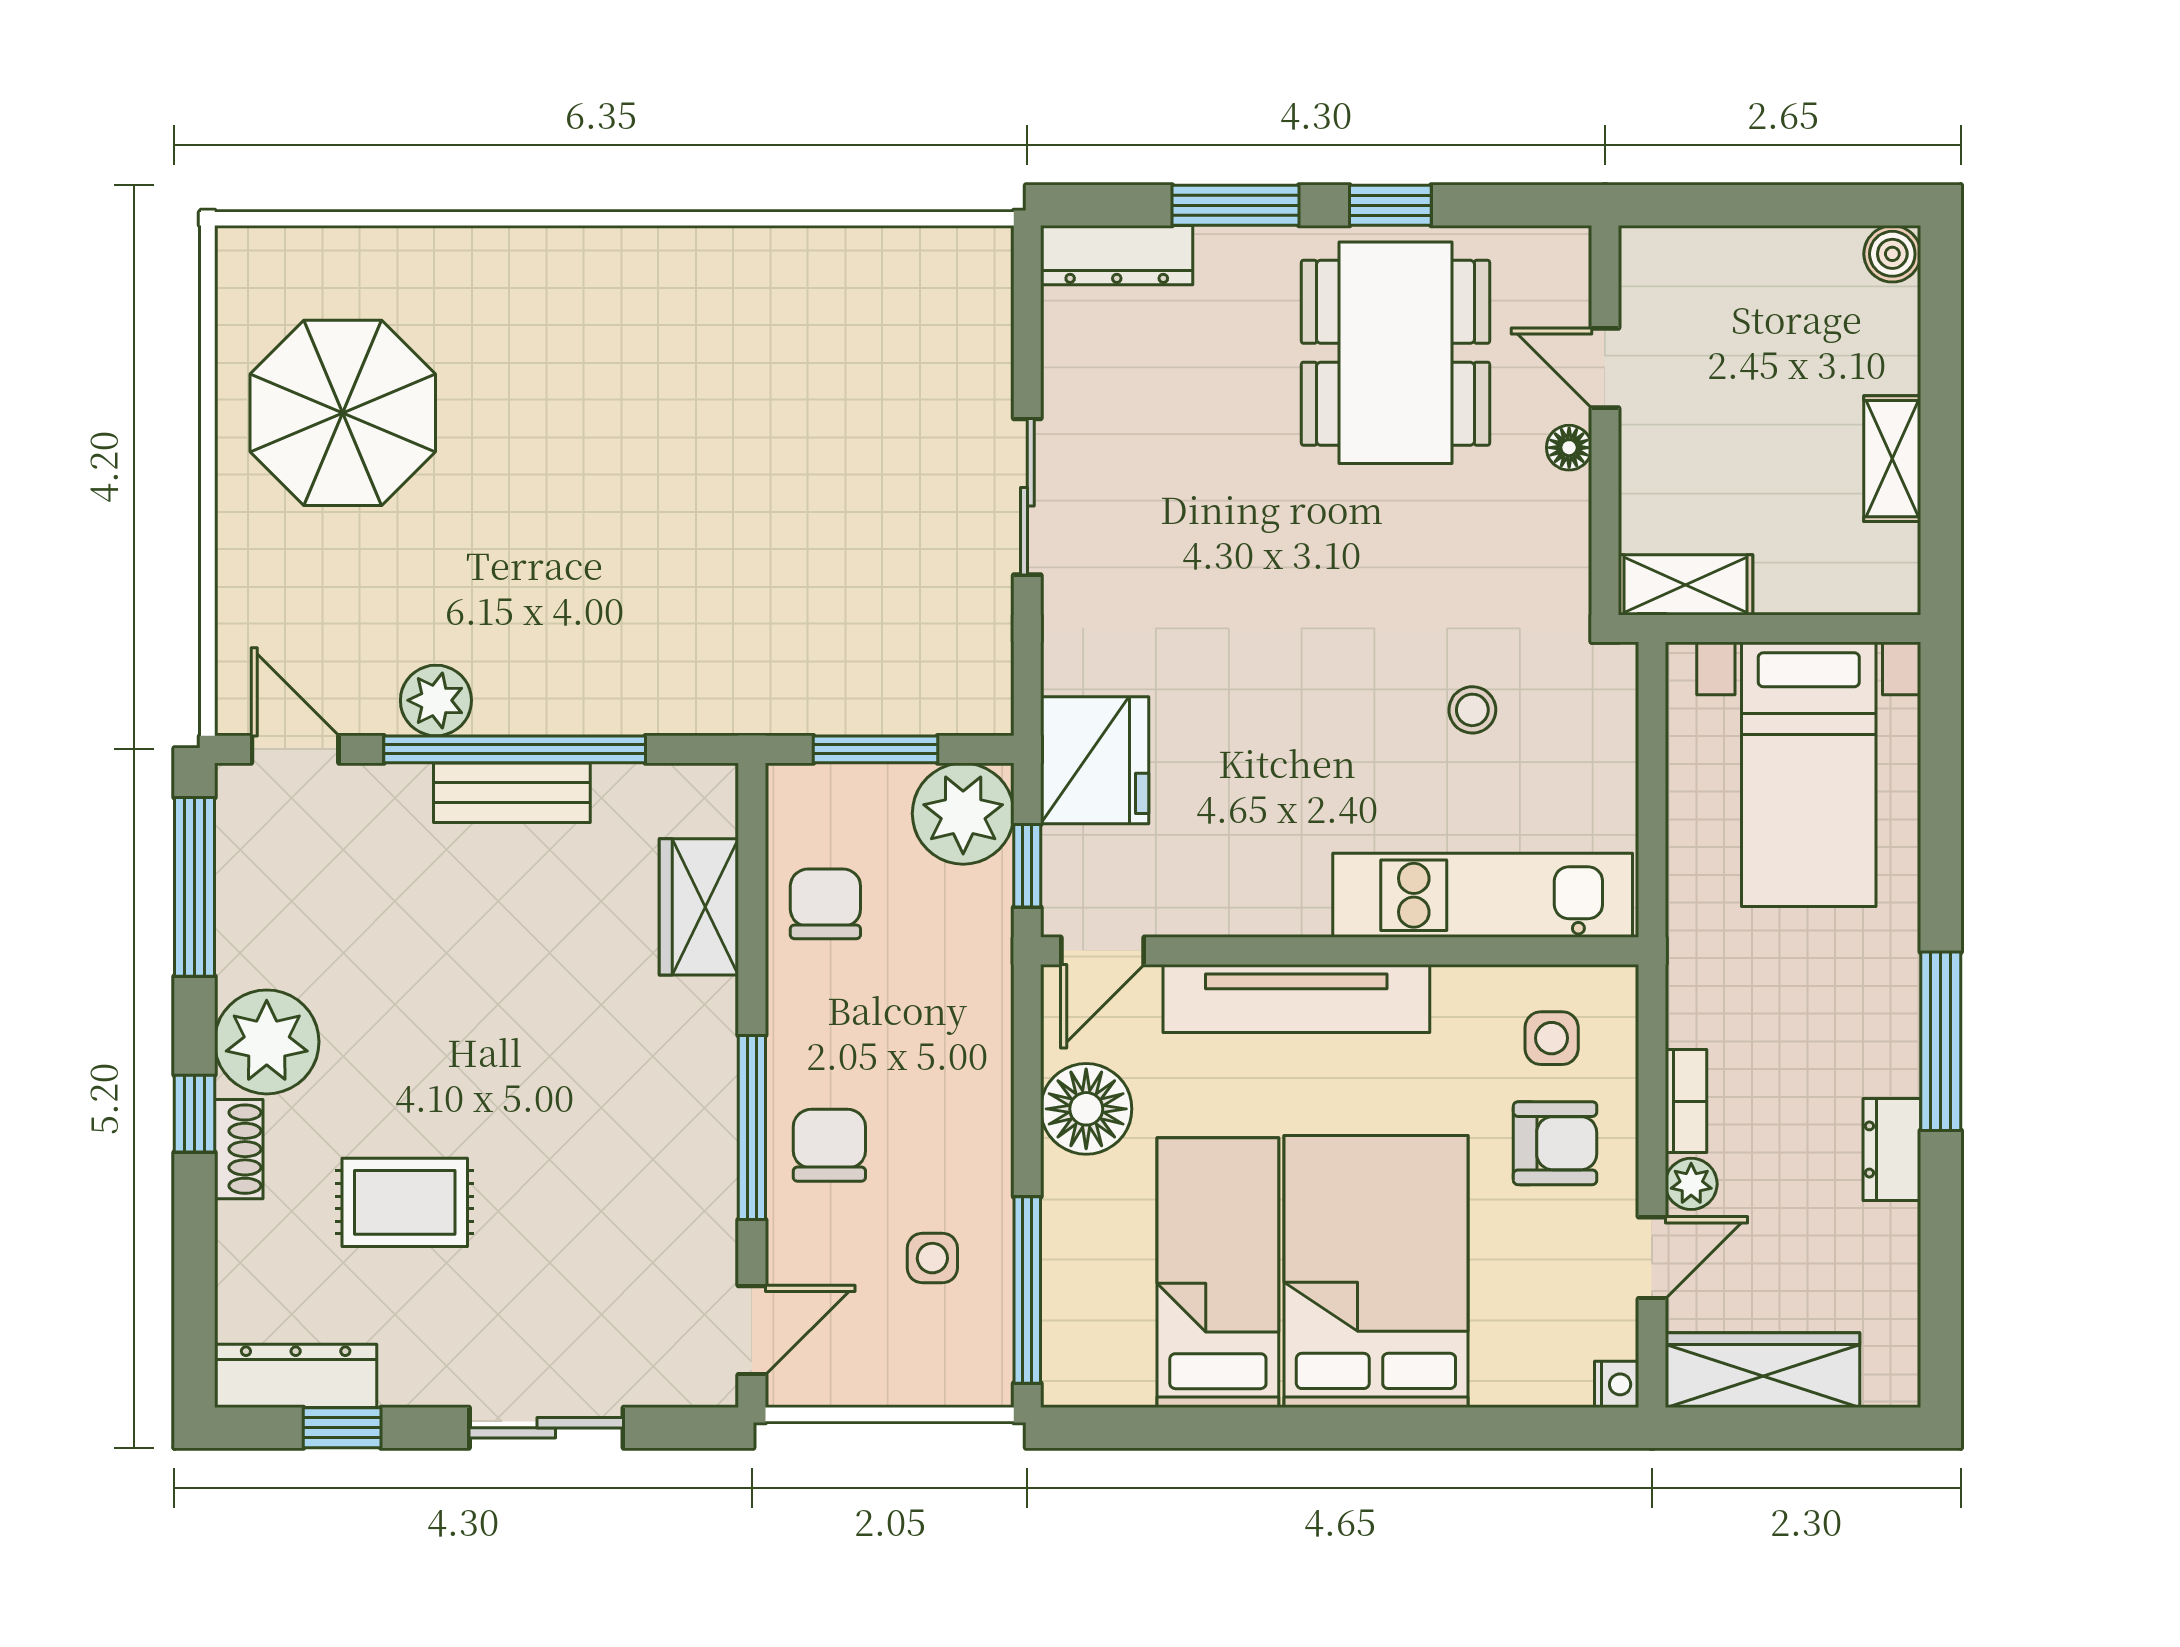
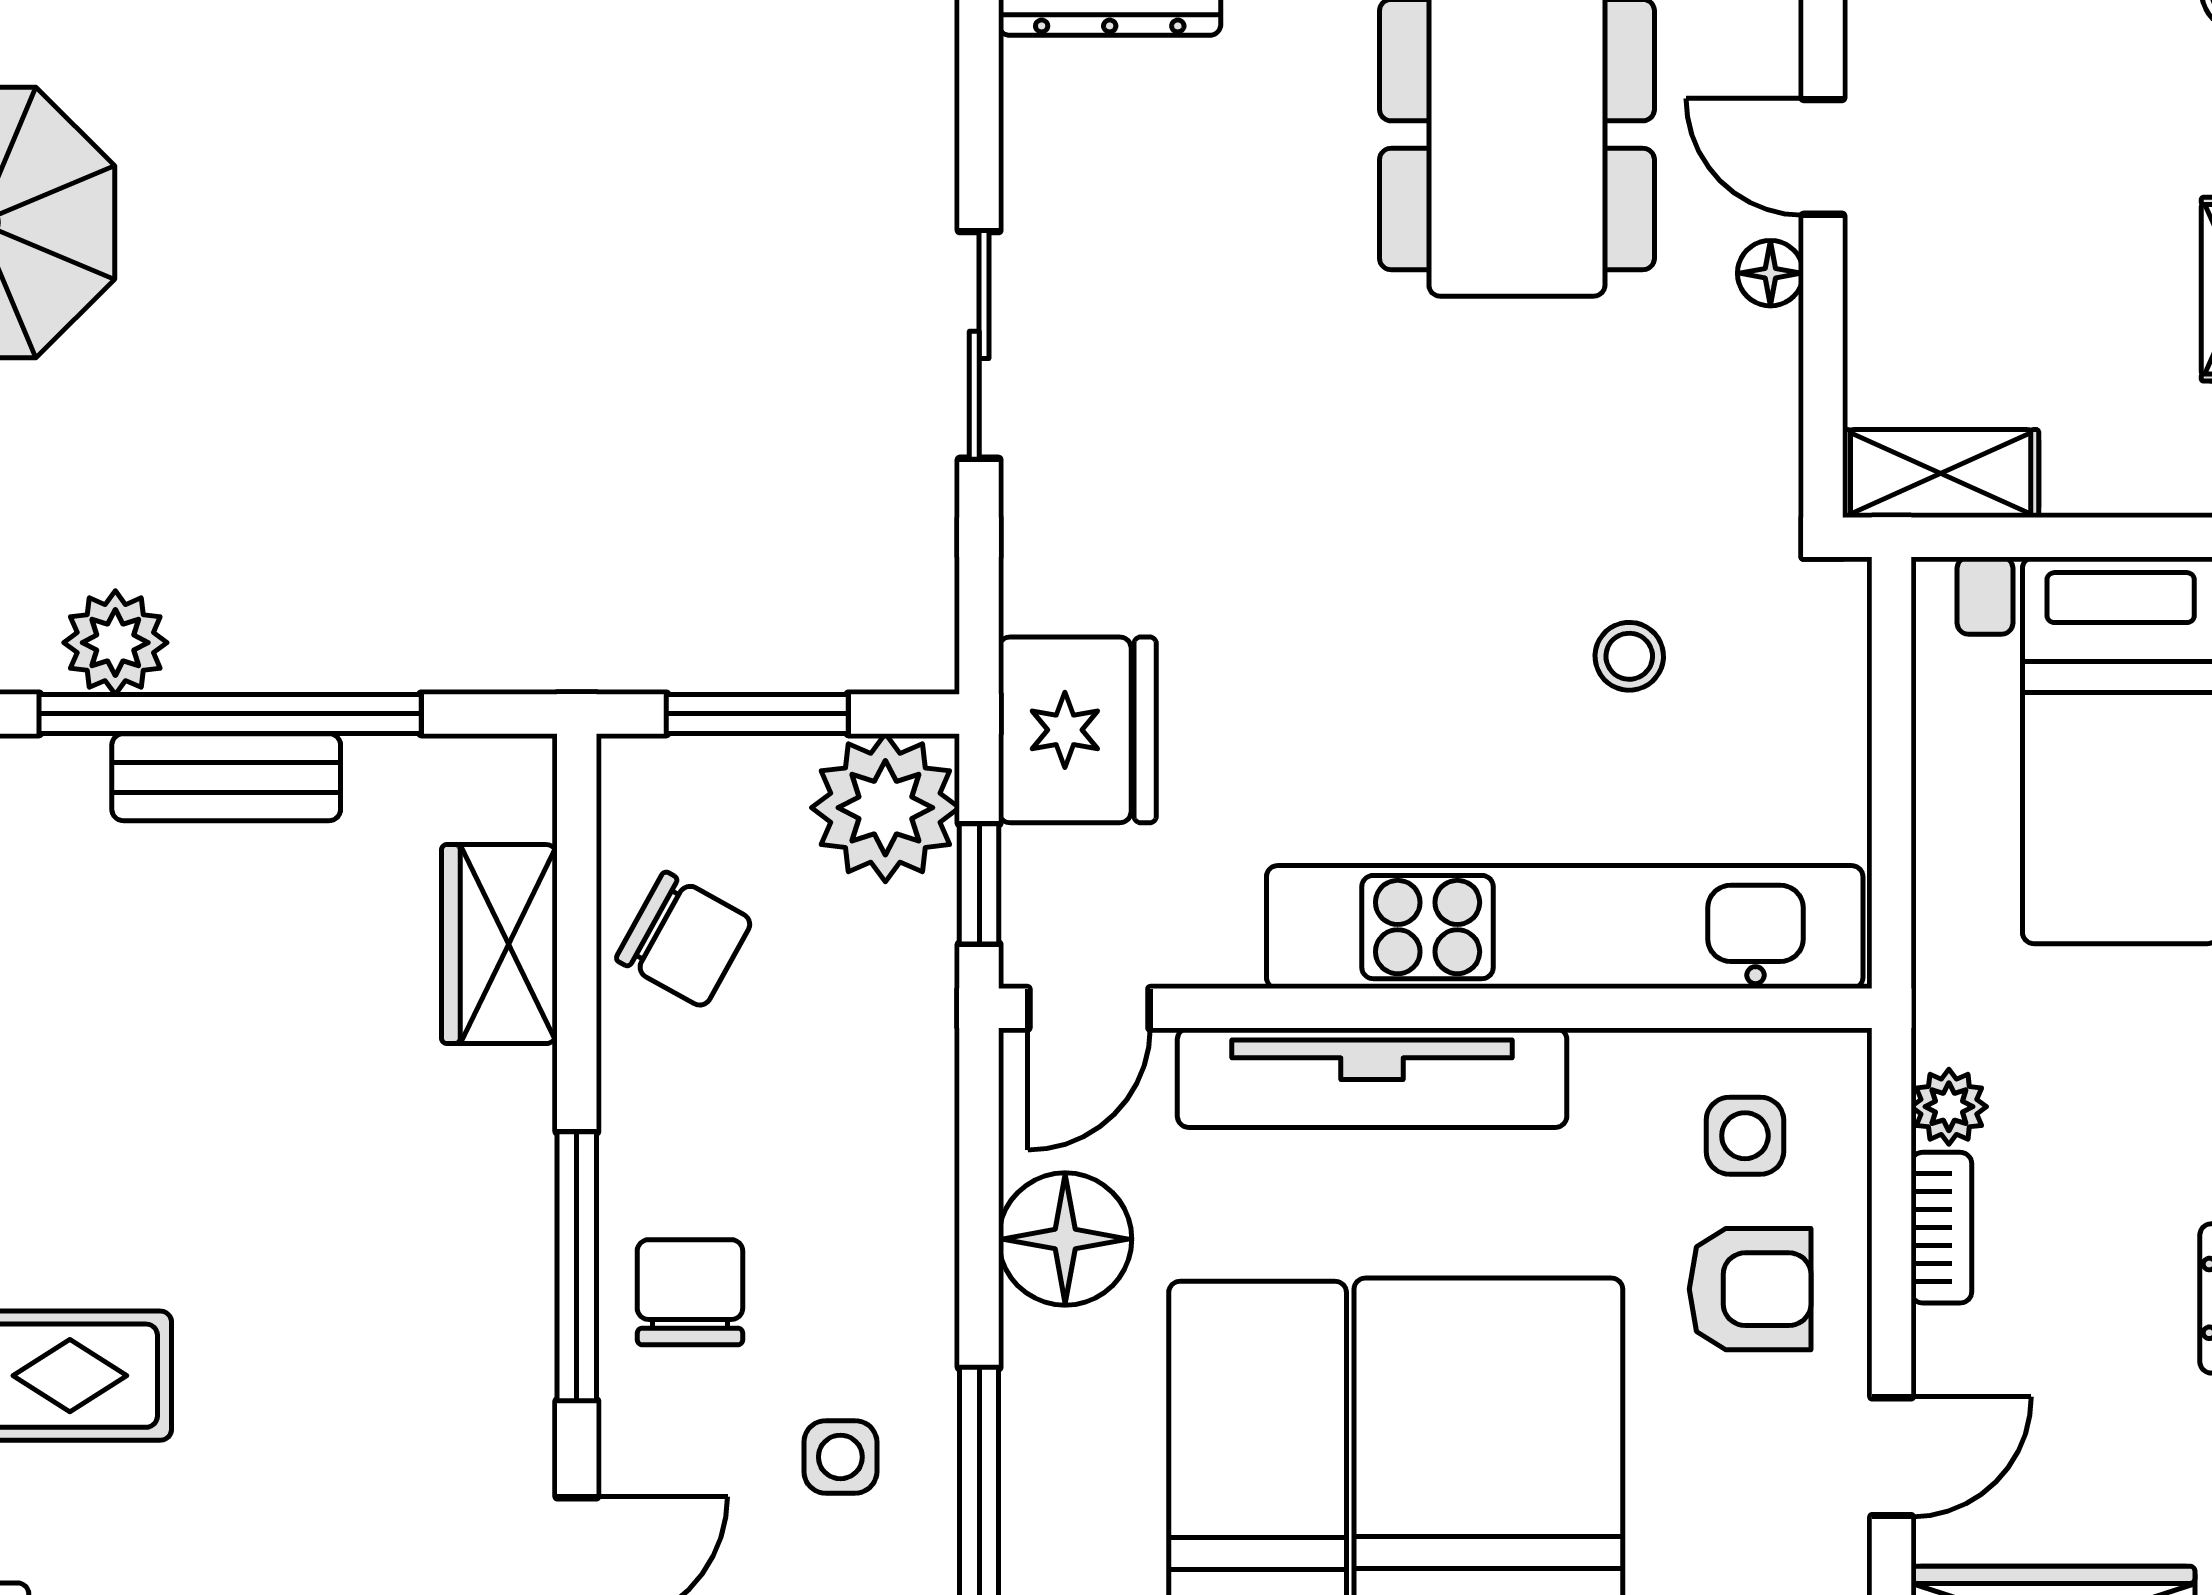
kitchen unit: (1483, 895) -> (1565, 927), width x1.36
chair: (825, 904) -> (684, 940), turned 119
plant: (1691, 1184) -> (1949, 1107), moved

